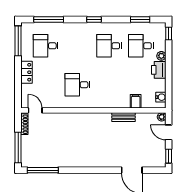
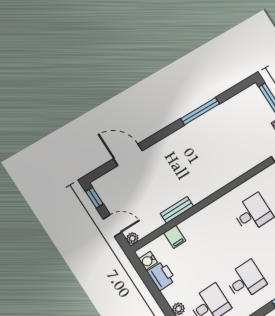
printer: (159, 70) -> (161, 276), moved
window: (43, 170) -> (200, 111), moved

